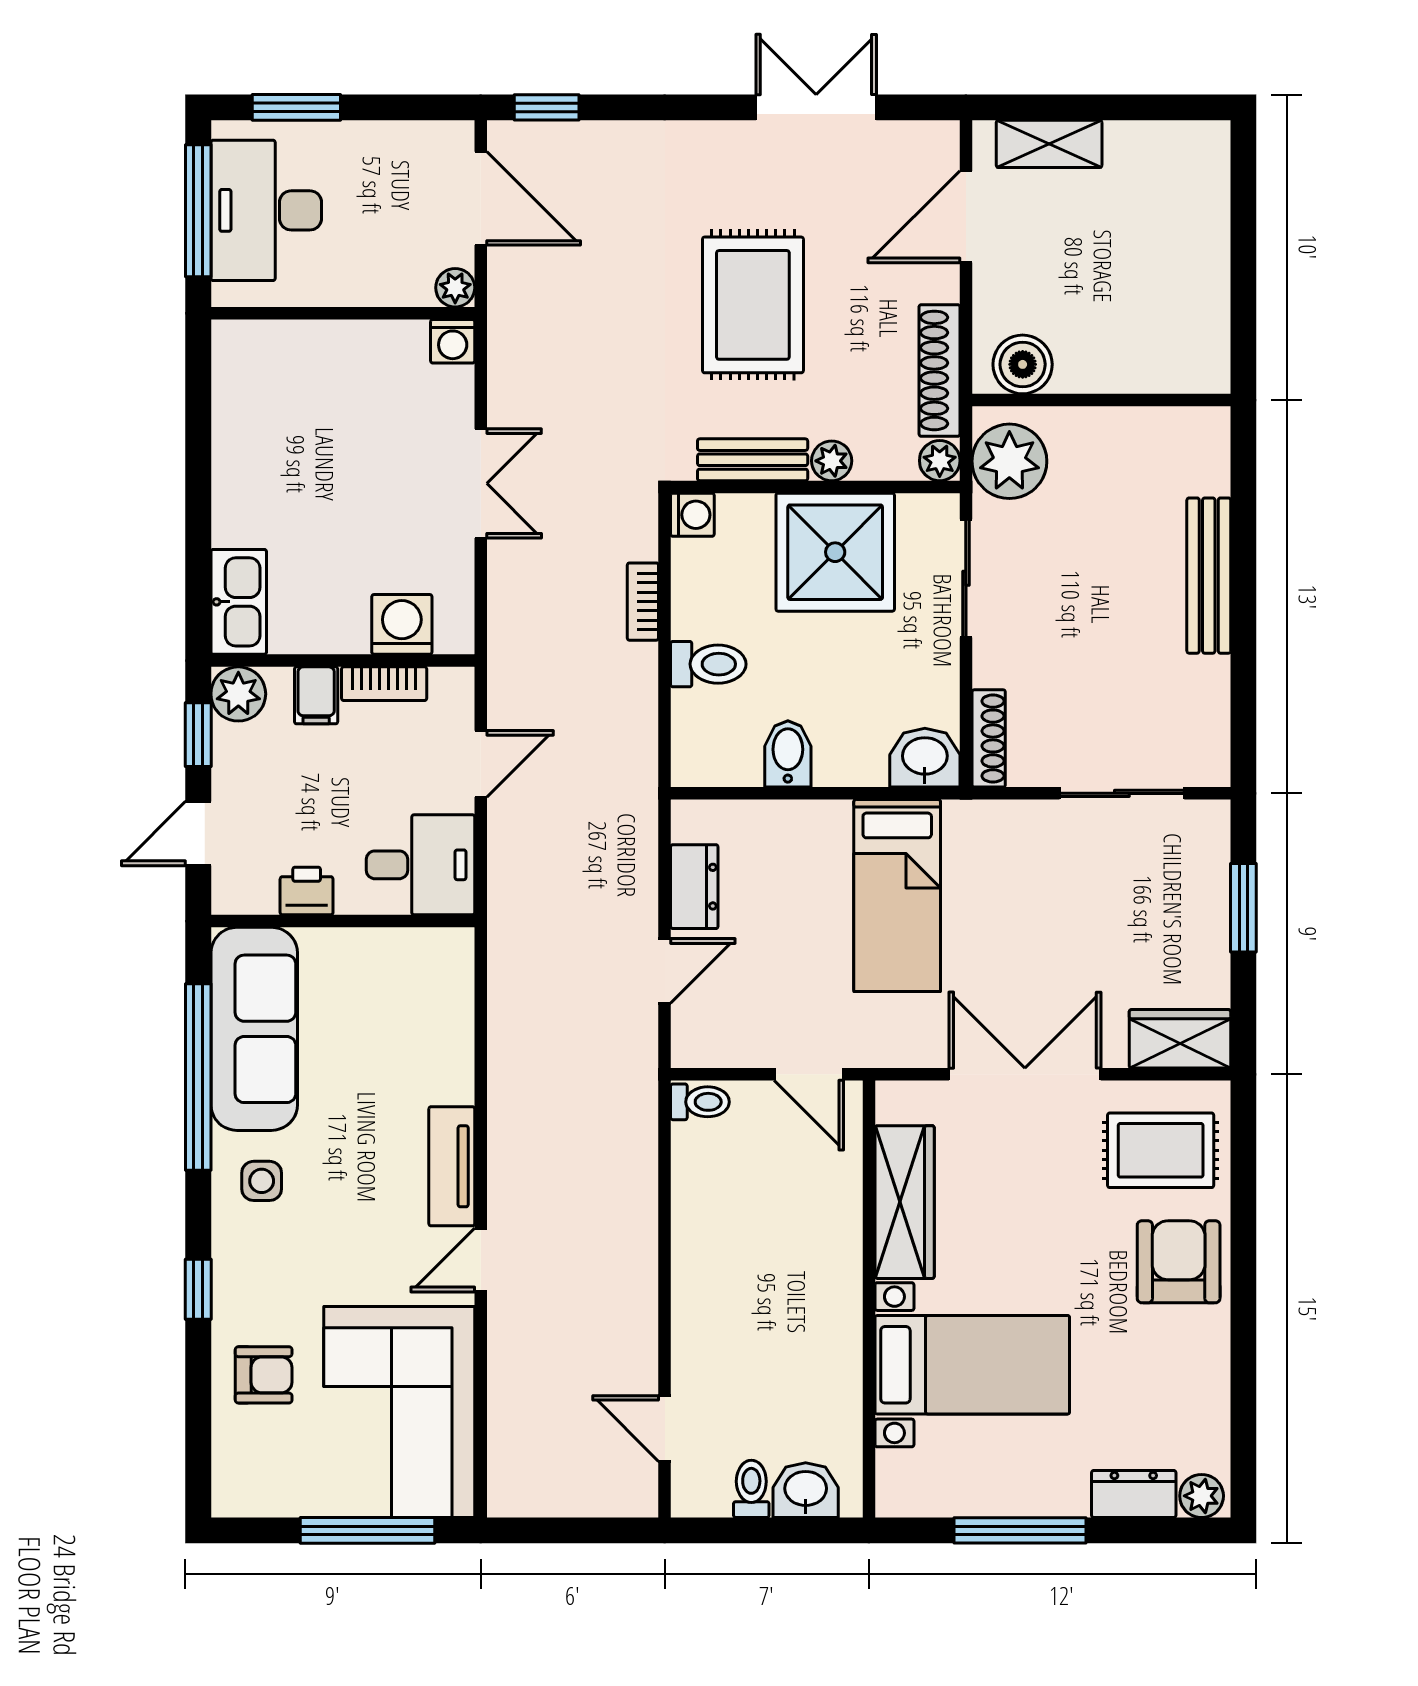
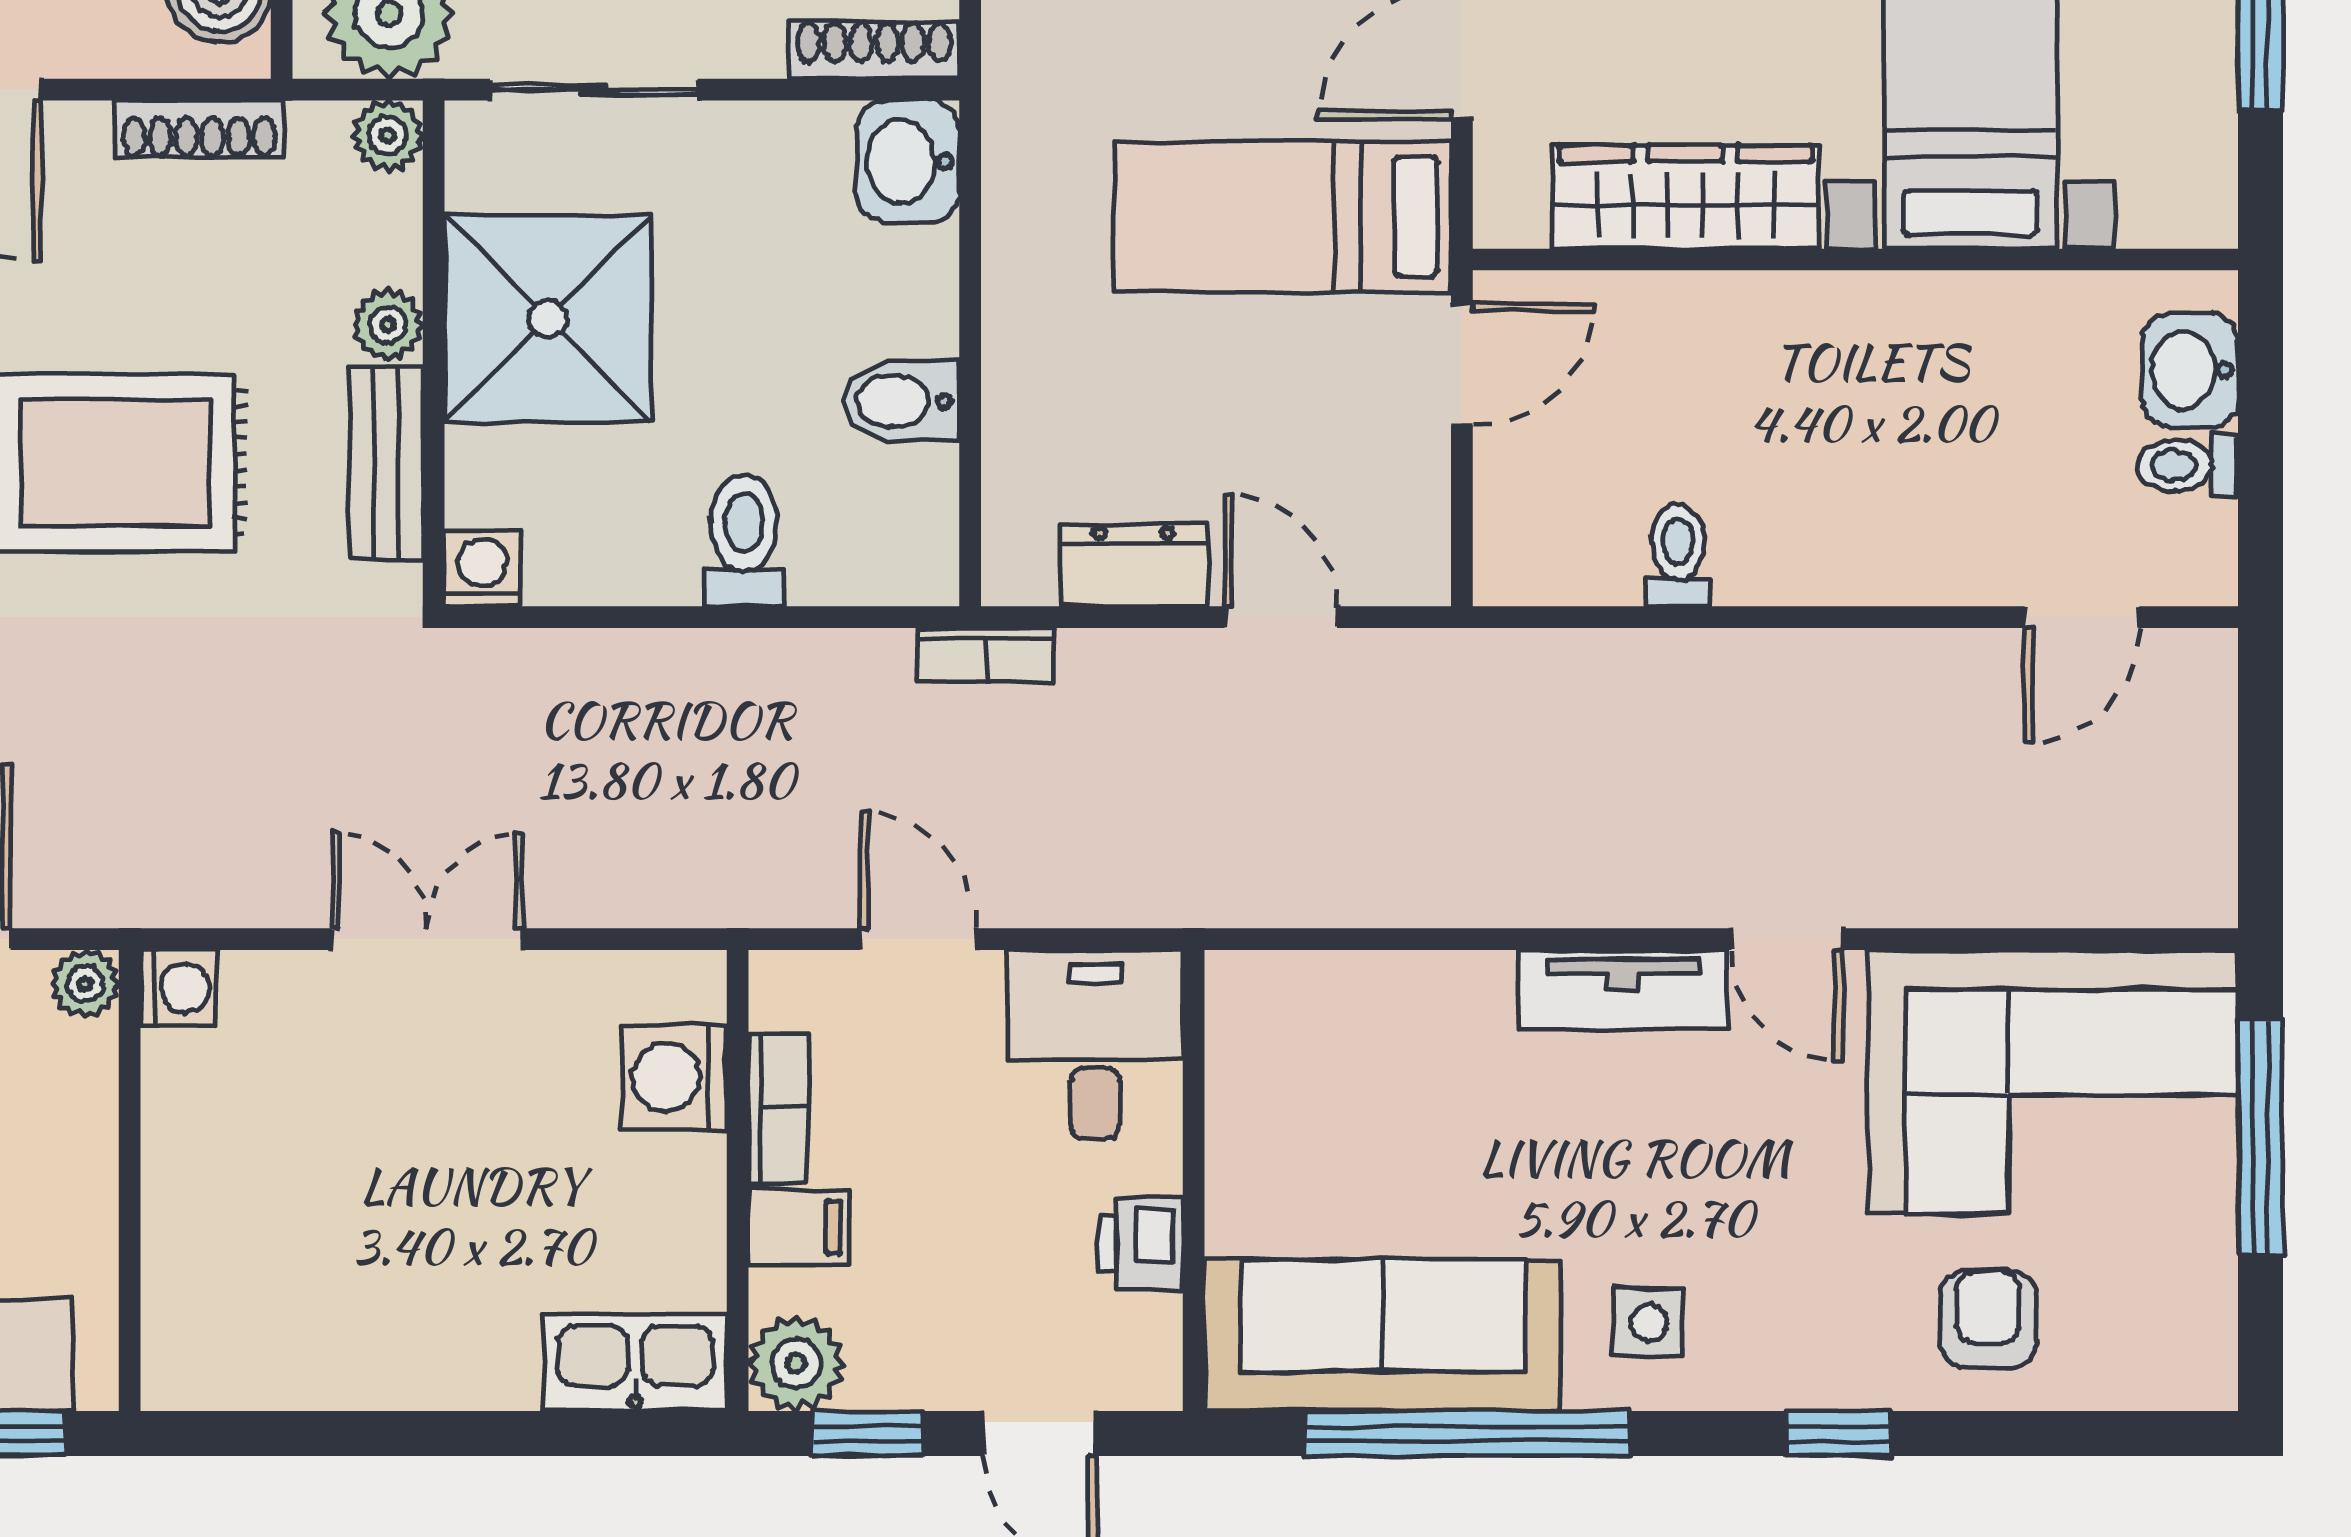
shoe rack: (939, 370) -> (199, 129), width x0.74, depth x0.81
bookcase: (643, 602) -> (985, 655), moved
bed: (897, 896) -> (1283, 217), moved, turned 180
toilet: (700, 1102) -> (1678, 555), moved

